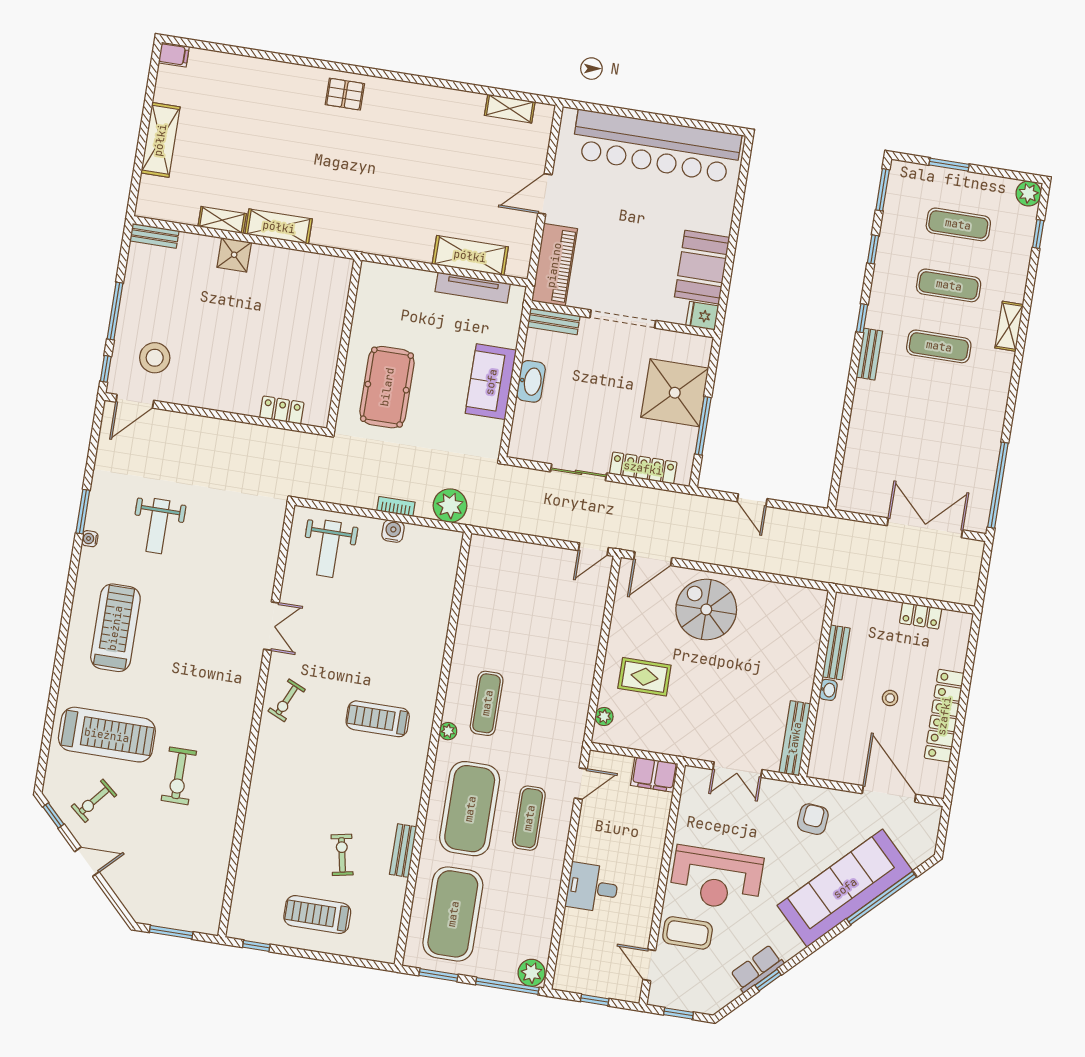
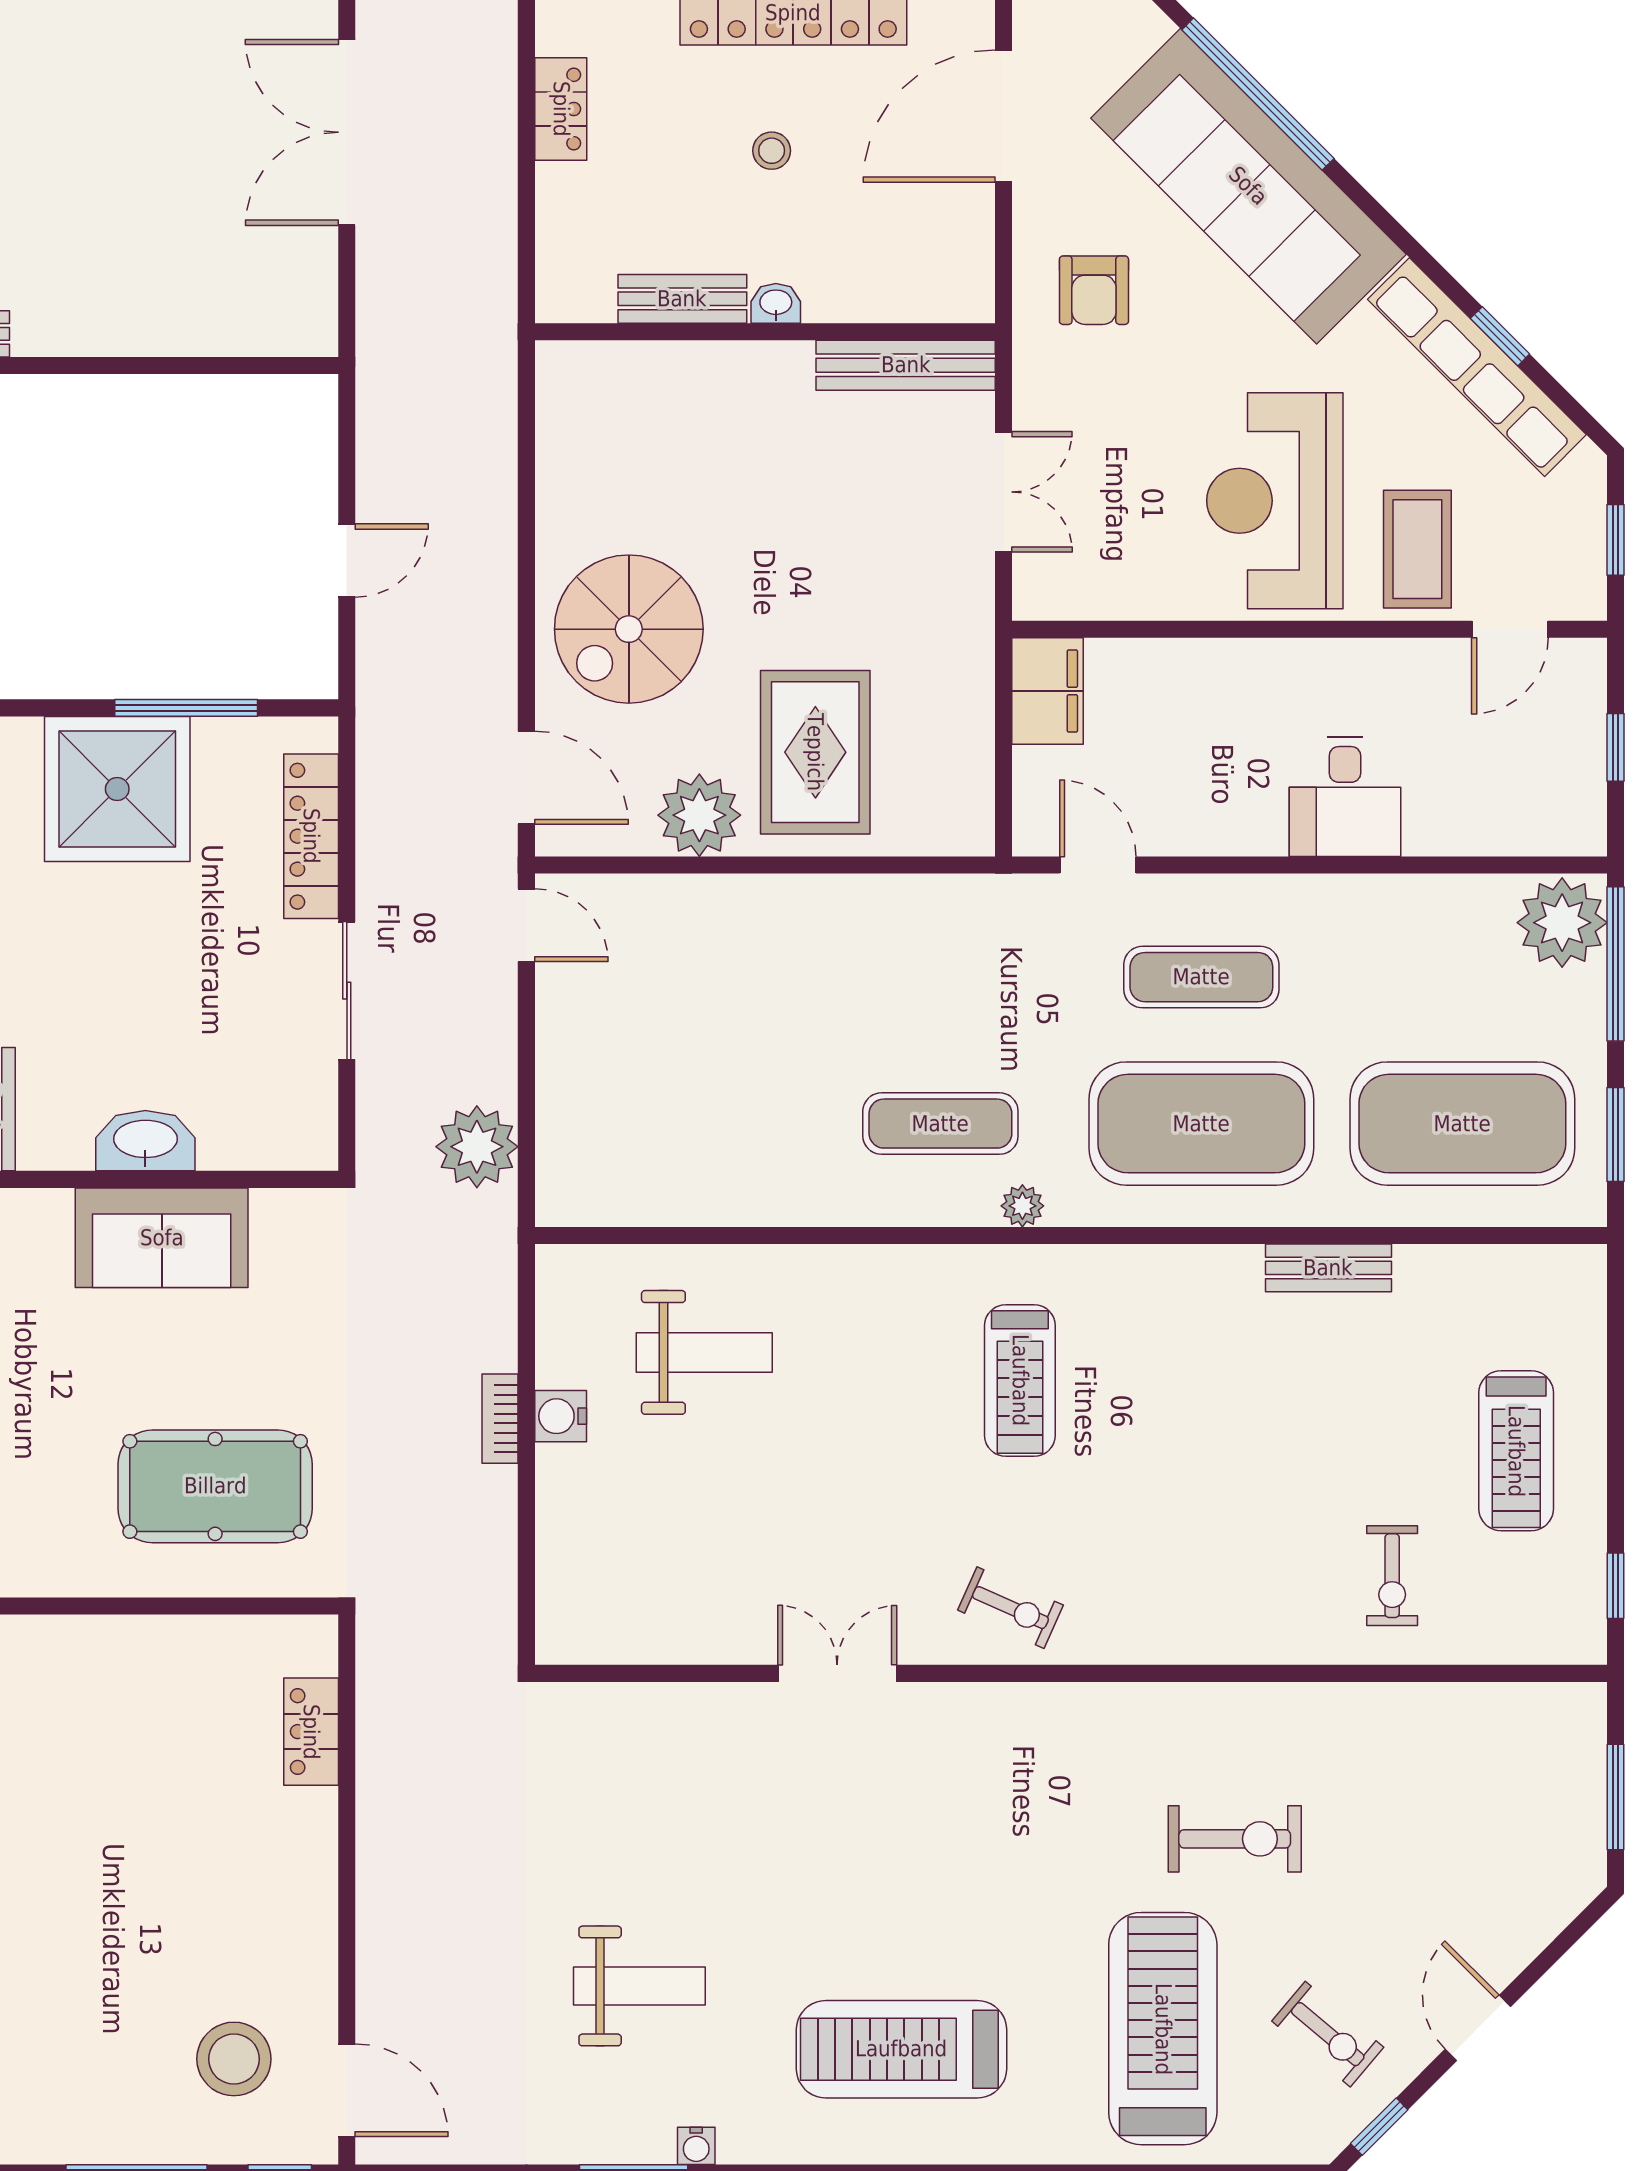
plant: (450, 506) -> (477, 1147), moved
weight bench: (329, 549) -> (704, 1352), moved
rug: (644, 677) -> (815, 752), width x1.36, depth x1.43
plant: (604, 716) -> (699, 815), moved, width x1.88, depth x1.88
armchair: (813, 819) -> (1094, 290), turned -95
exercise bike: (342, 855) -> (1392, 1576), moved, turned -79
reception desk: (716, 879) -> (1275, 501), turned 180
row of seats: (757, 969) -> (1477, 367), width x2.02
plant: (532, 973) -> (1562, 923), width x1.36, depth x1.36

